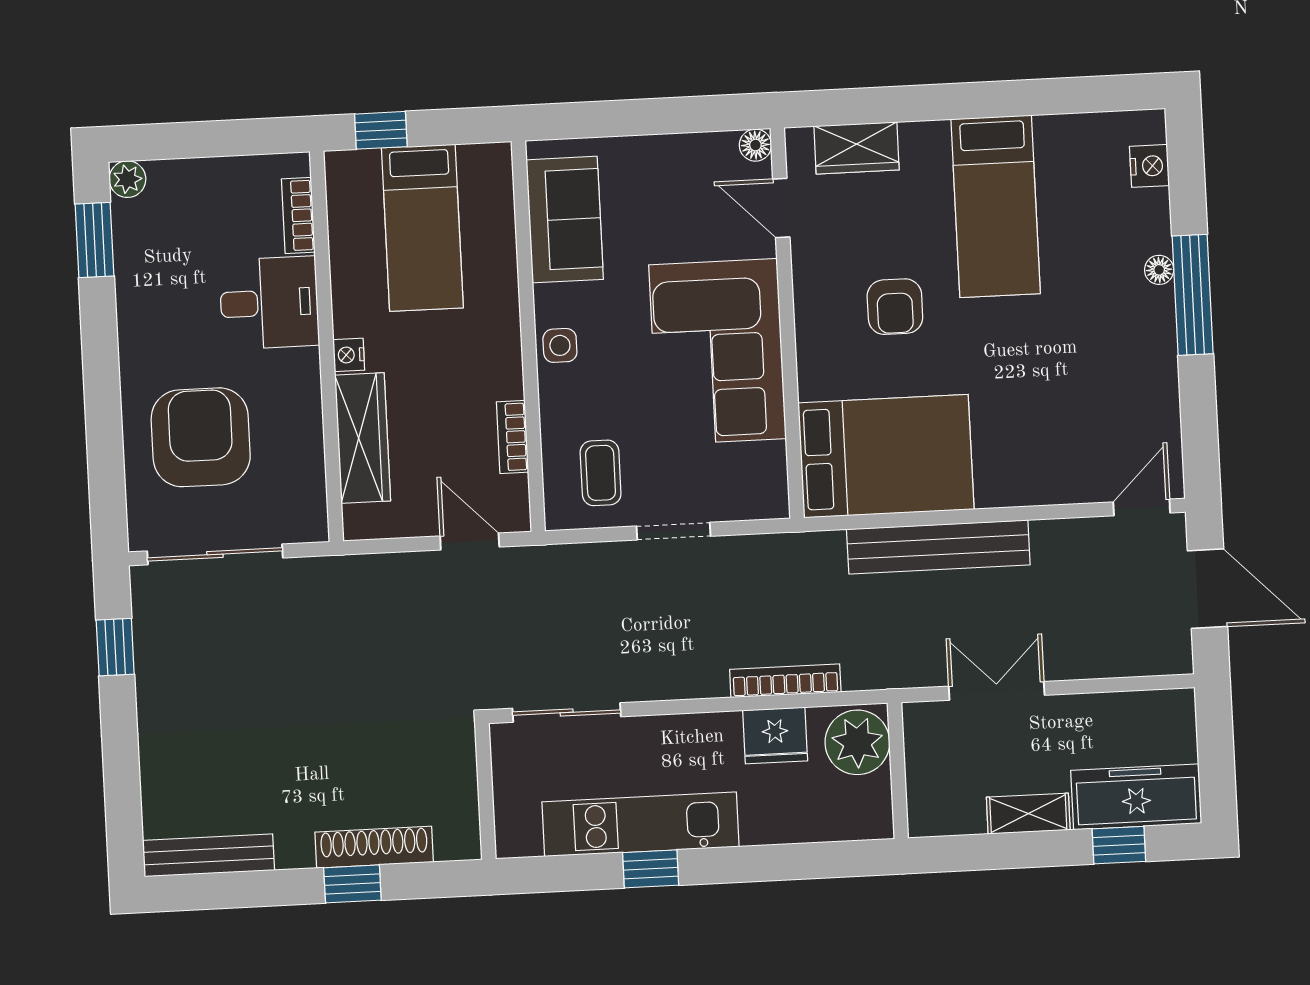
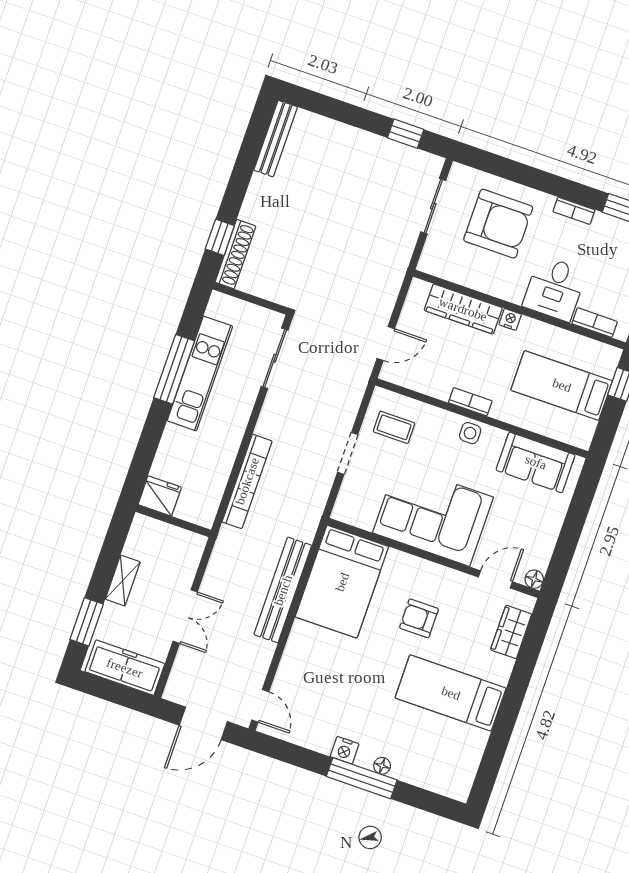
nightstand: (1149, 166) -> (345, 750), moved
bookcase: (130, 323) -> (574, 211), added
bookcase: (512, 437) -> (470, 402), moved
sliding door: (215, 554) -> (433, 206), width x0.73
bookcase: (785, 681) -> (247, 481), width x1.48, depth x1.31
double door: (997, 691) -> (185, 617), moved
fridge: (775, 735) -> (160, 496), moved, turned 90
plant: (857, 742) -> (197, 506), removed
freezer: (1136, 797) -> (125, 668), moved, turned -90
window: (1119, 845) -> (87, 622), width x1.50
shoe rack: (374, 847) -> (235, 254), moved
window: (651, 869) -> (174, 369), width x2.17
window: (352, 884) -> (220, 237), moved

